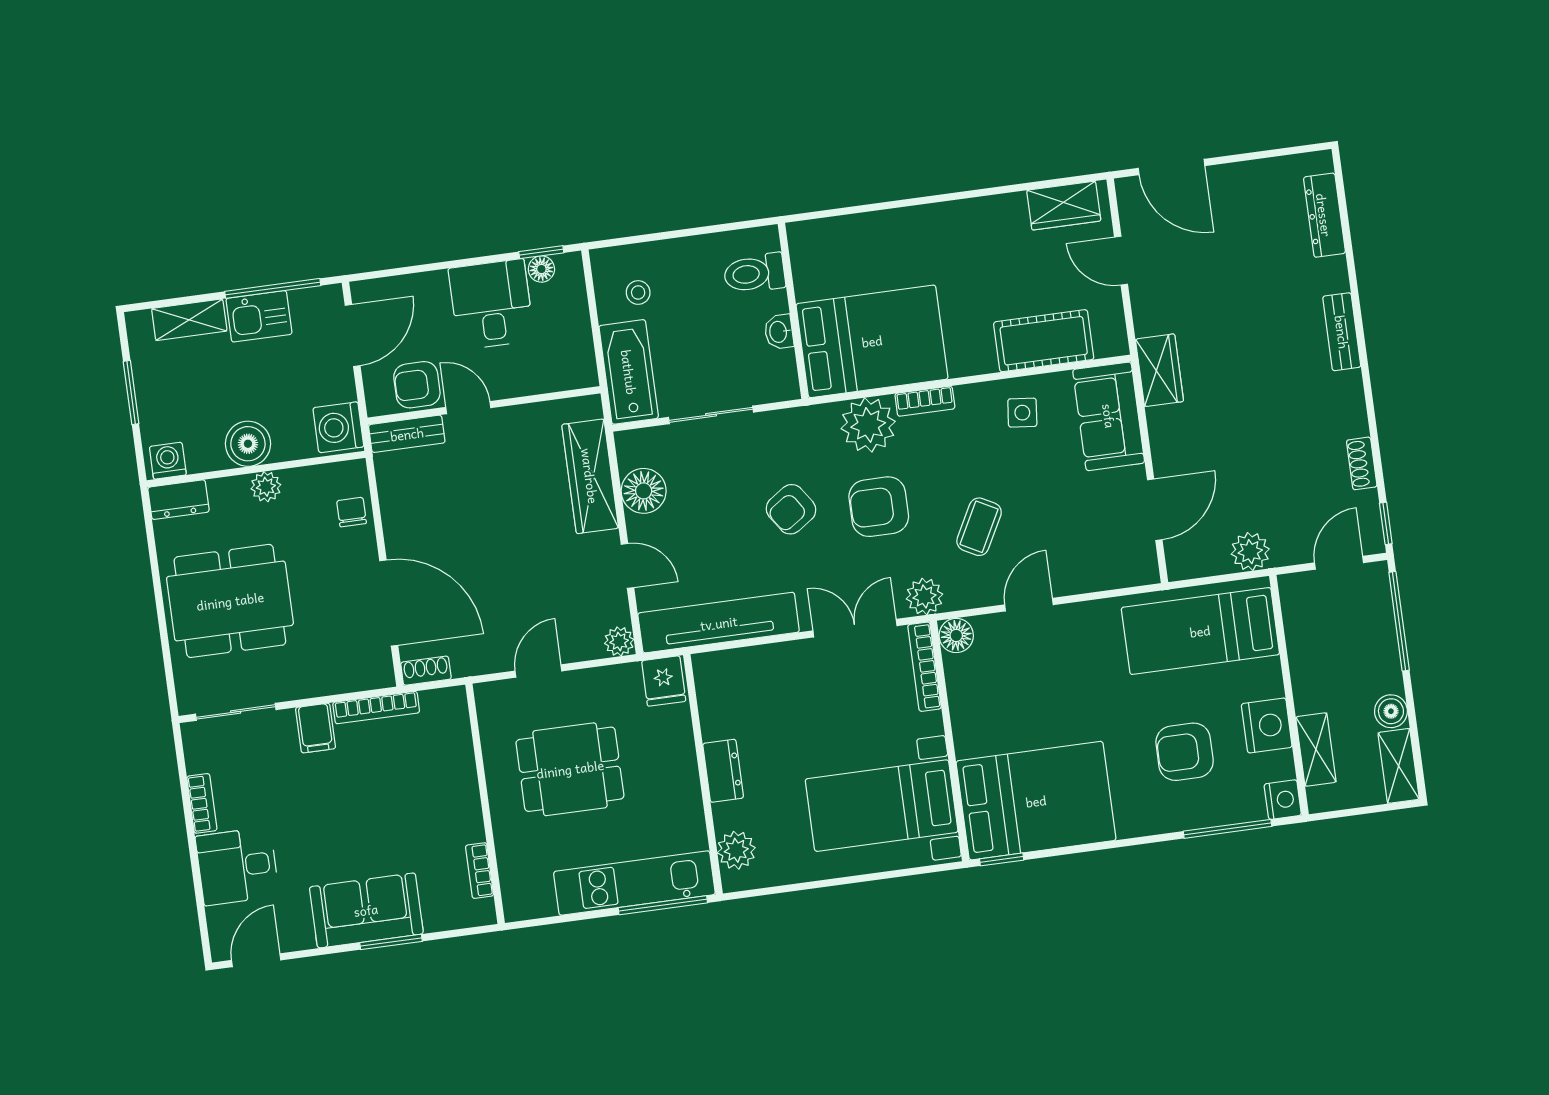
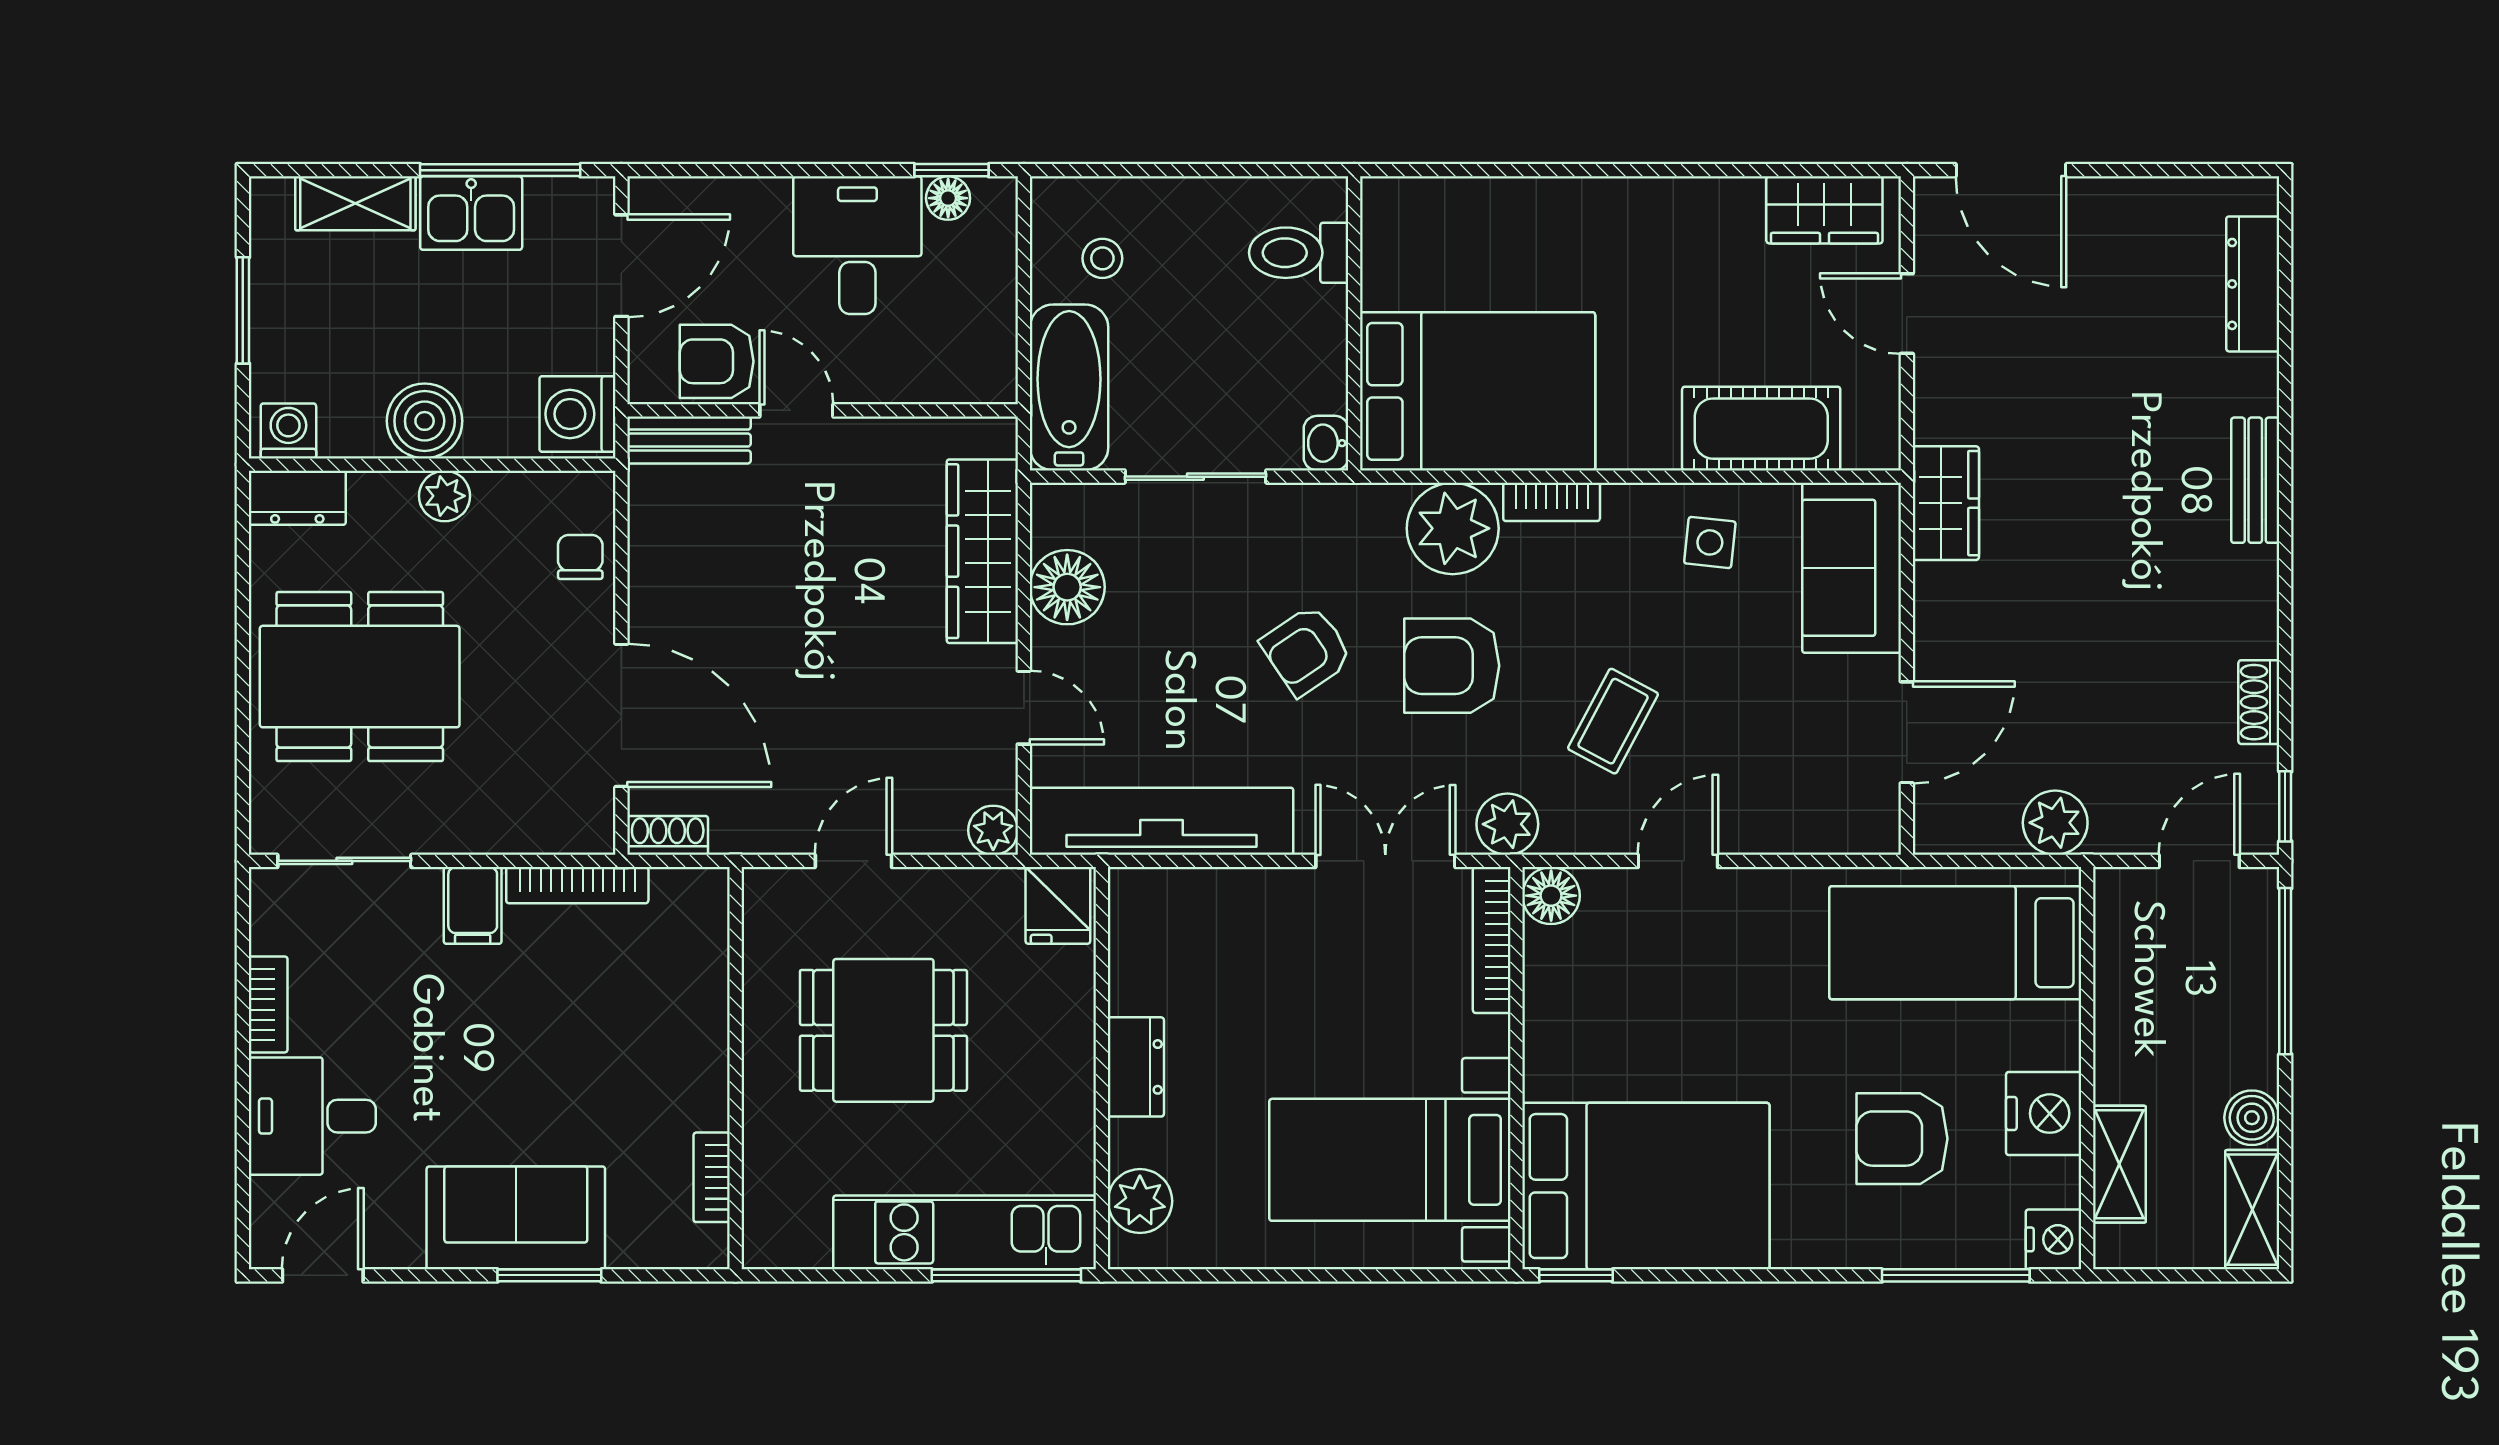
washbasin: (779, 332) -> (1326, 443), moved

